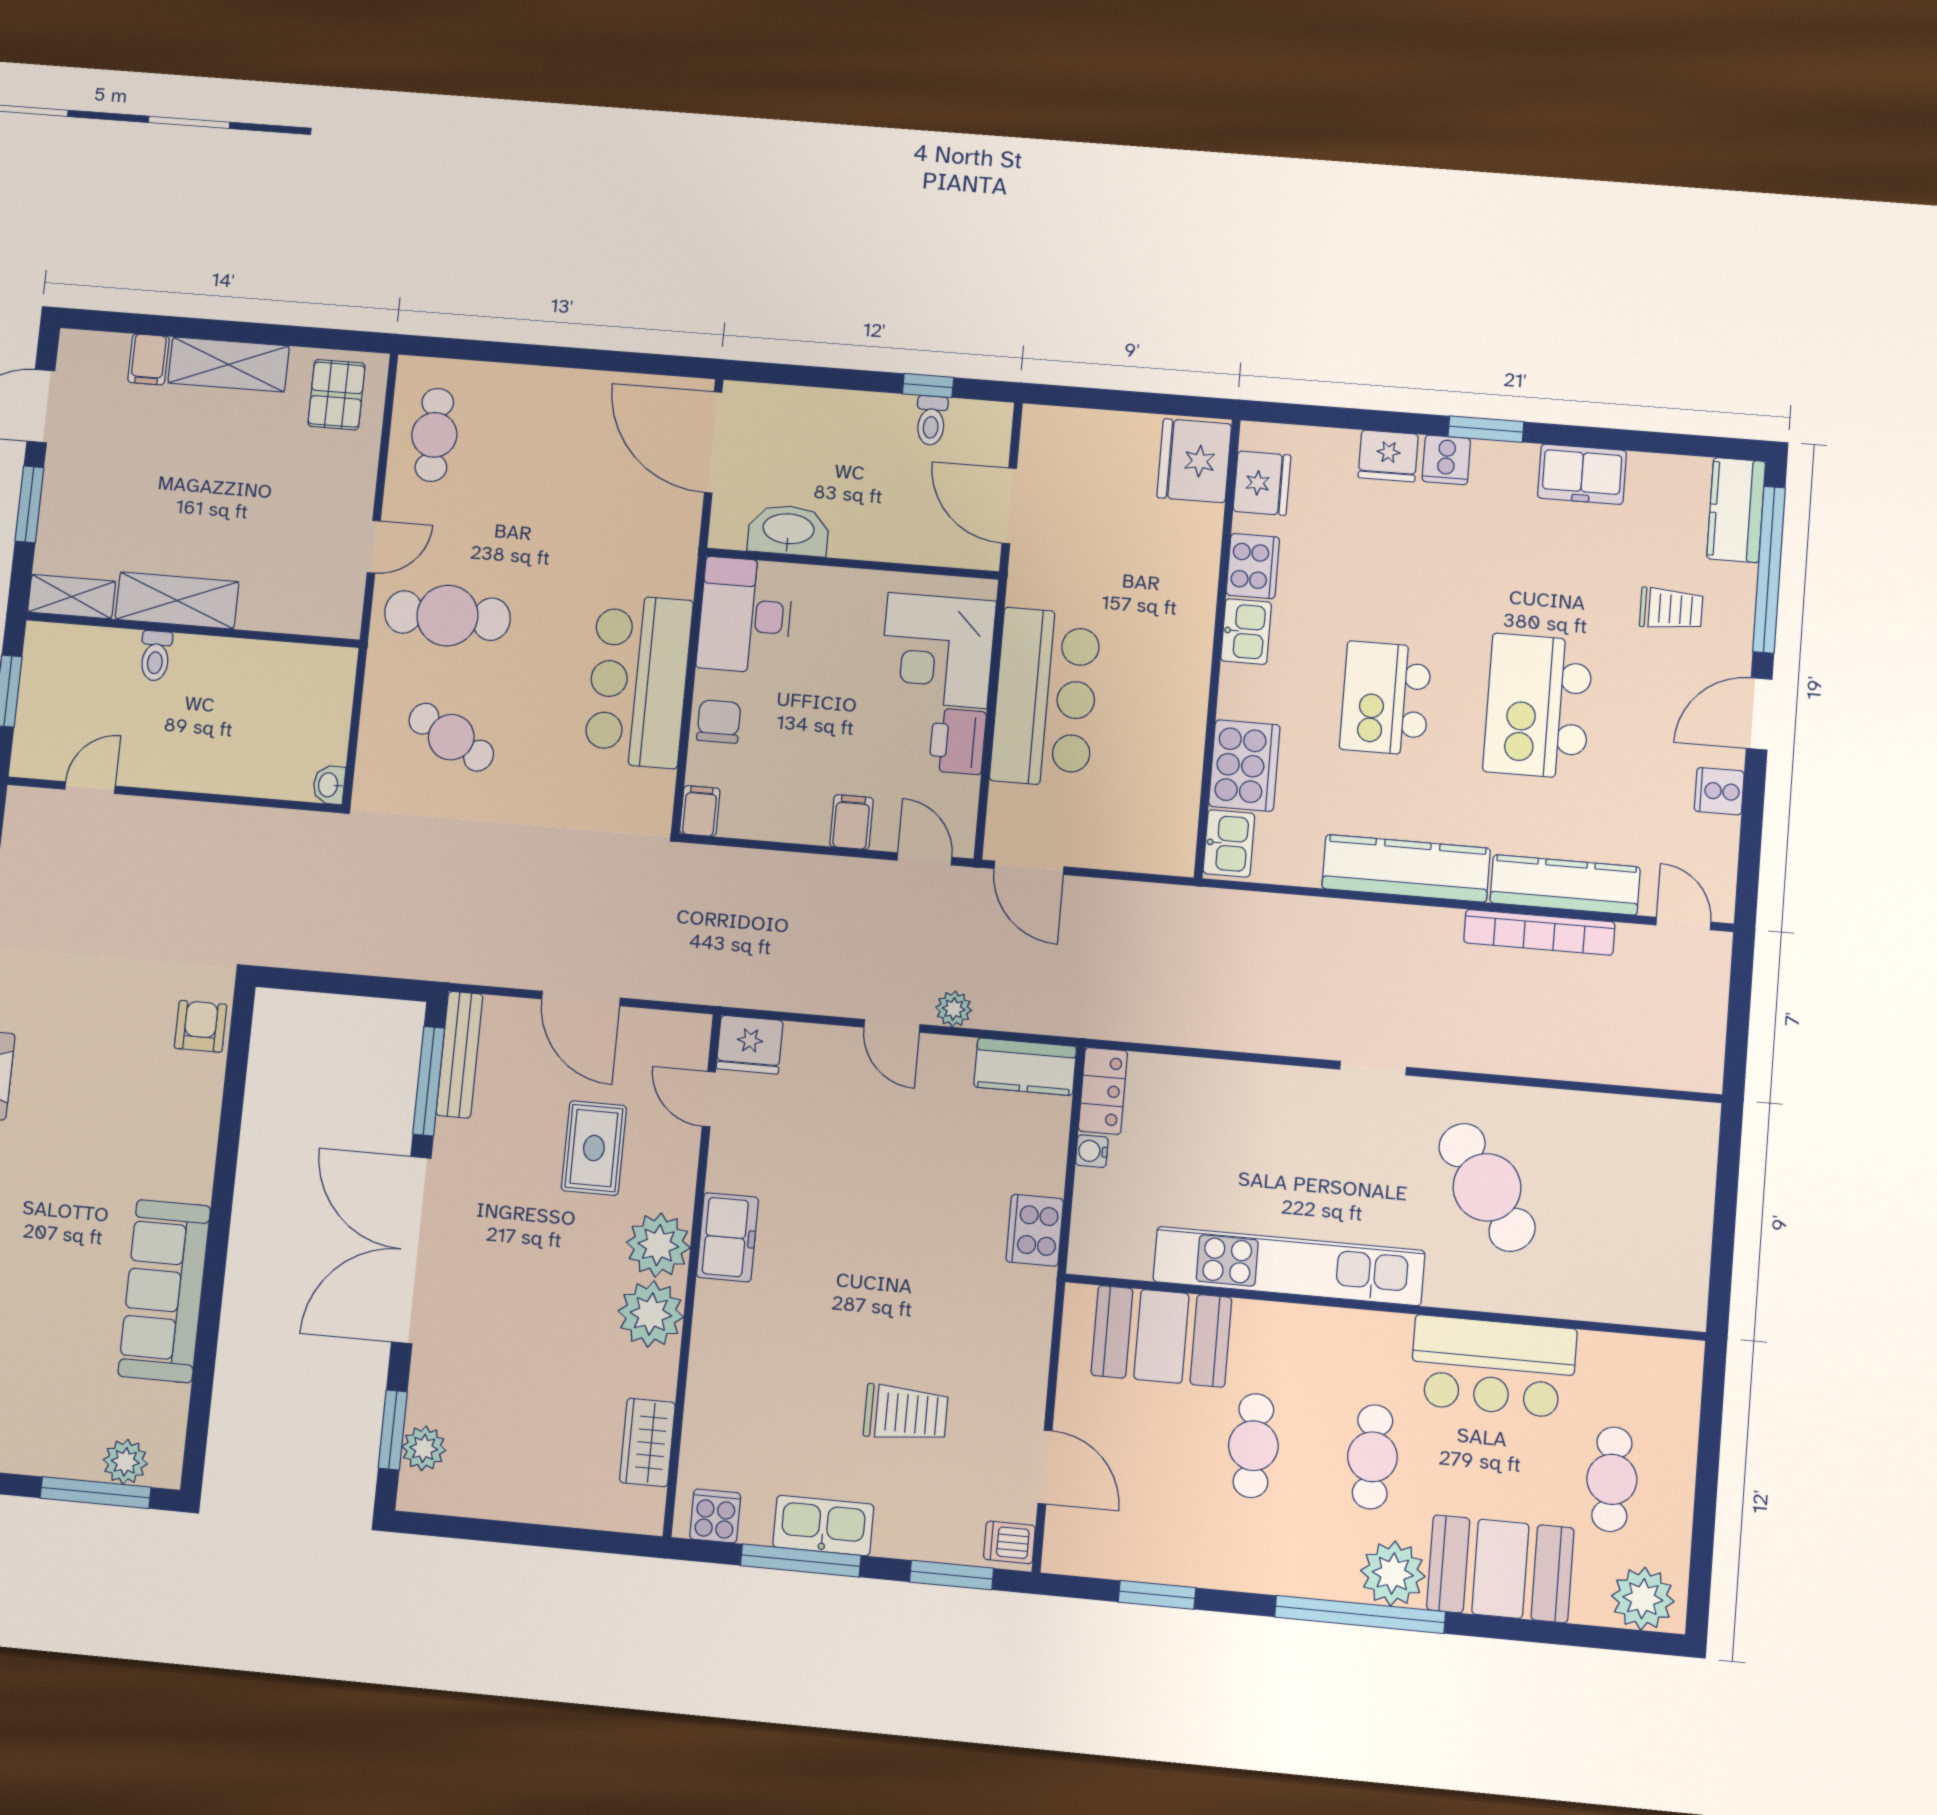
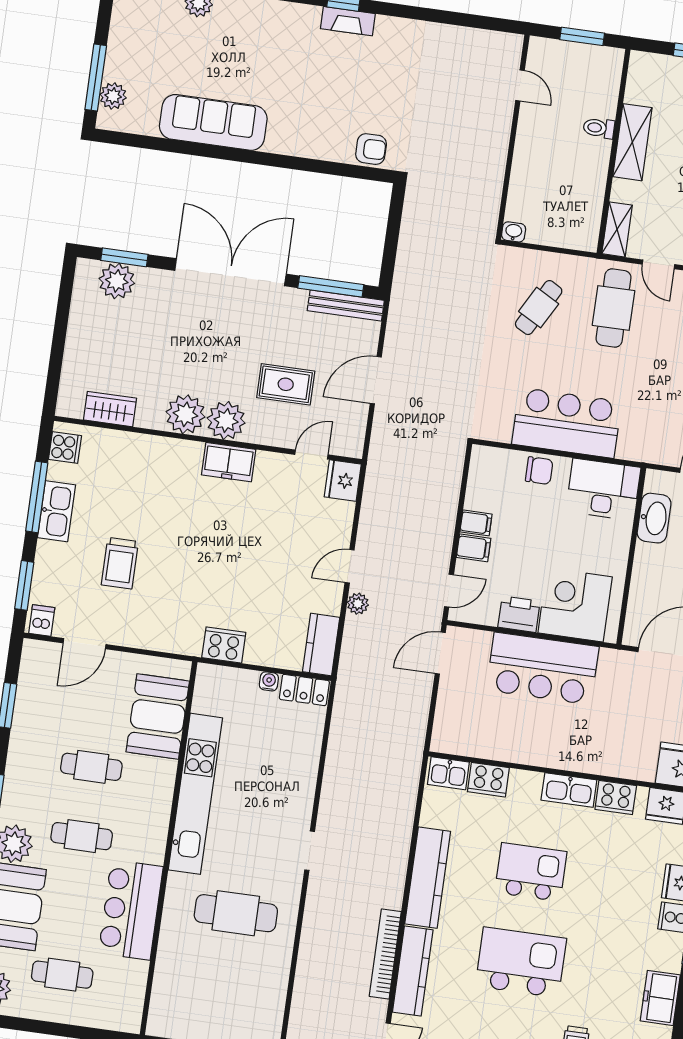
shelving: (72, 597) -> (617, 229), moved
kitchen sink: (1246, 632) -> (569, 790), width x1.38
cooker: (1244, 766) -> (488, 780), width x0.73, depth x0.76
filing cabinet: (700, 811) -> (476, 523), moved
cafe table: (1487, 1187) -> (236, 913), turned 35
plant: (424, 1448) -> (117, 281), width x1.36, depth x1.36

